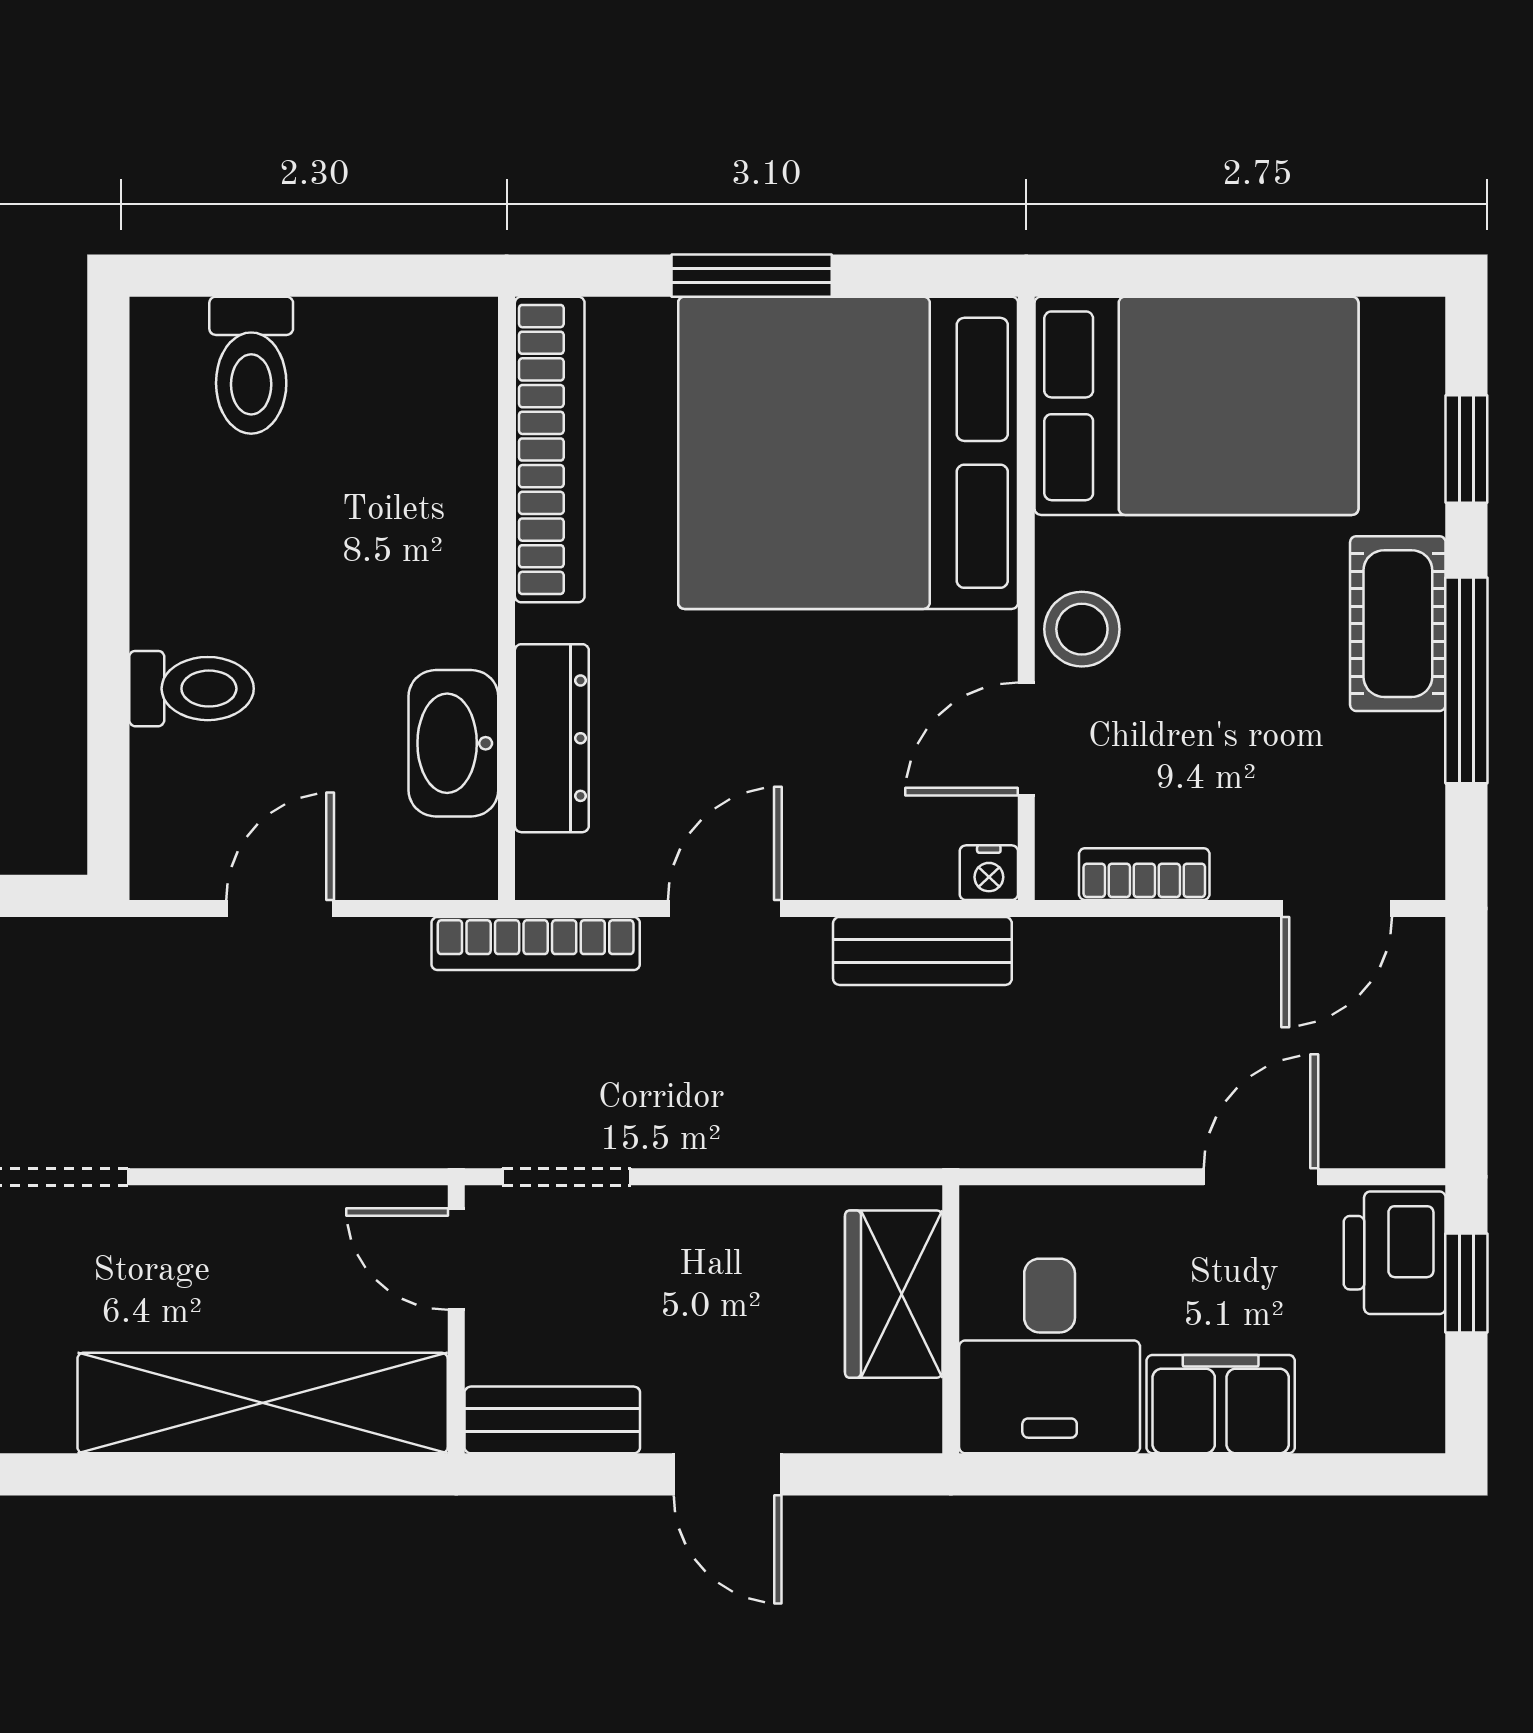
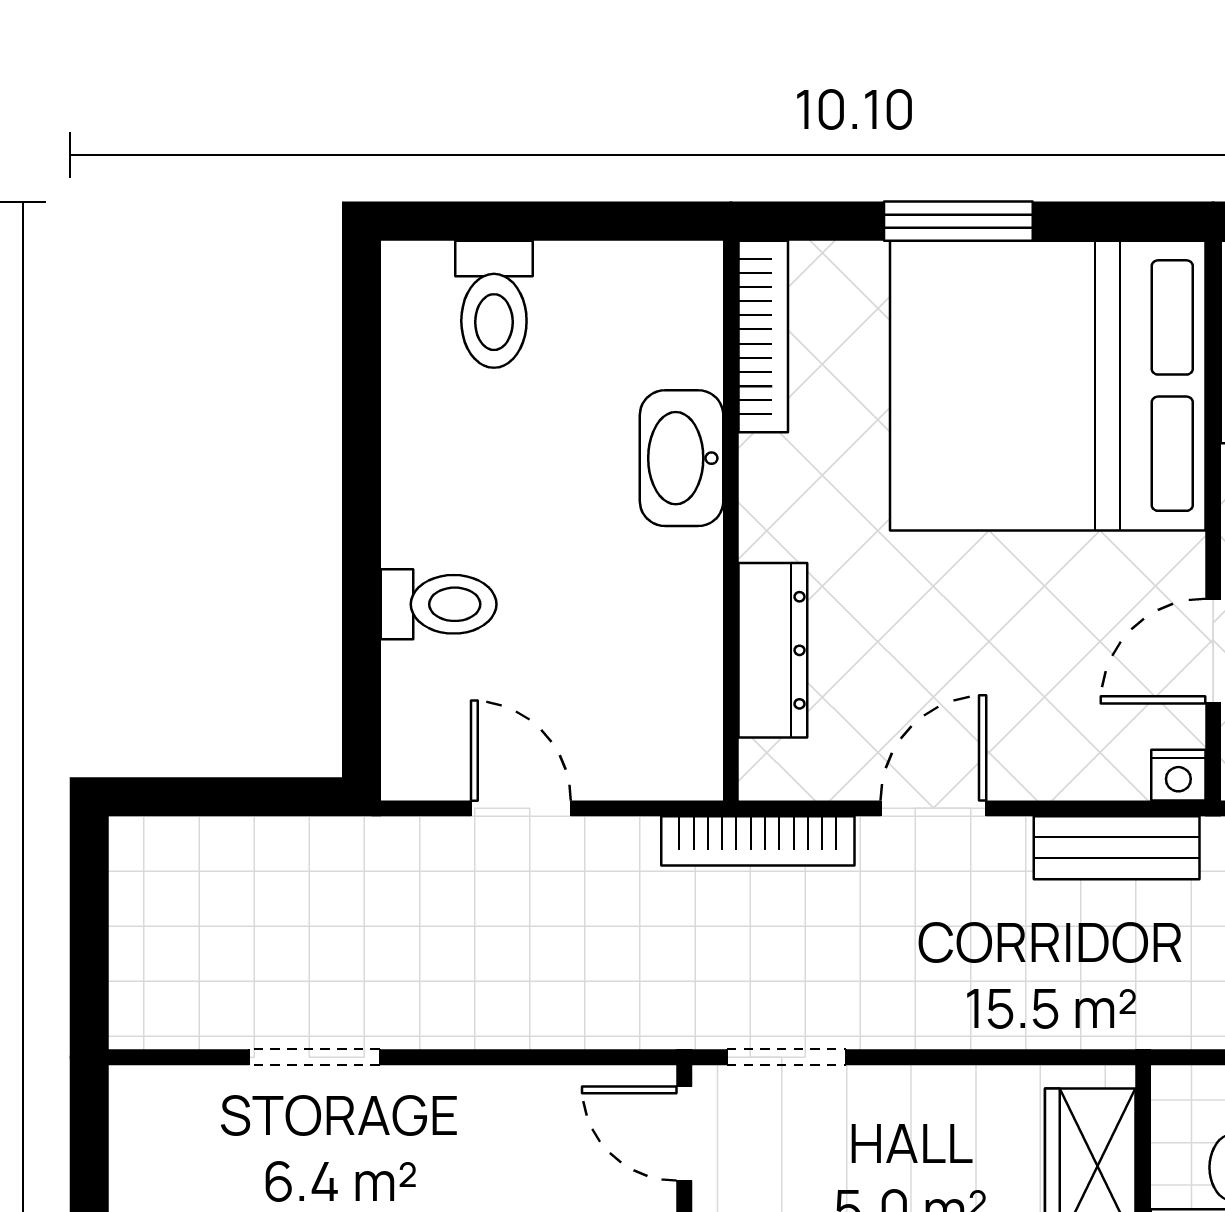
bookcase: (550, 449) -> (763, 336), width x0.68, depth x0.76
washbasin: (453, 743) -> (682, 458), moved
door: (280, 909) -> (521, 808), hinge flipped

